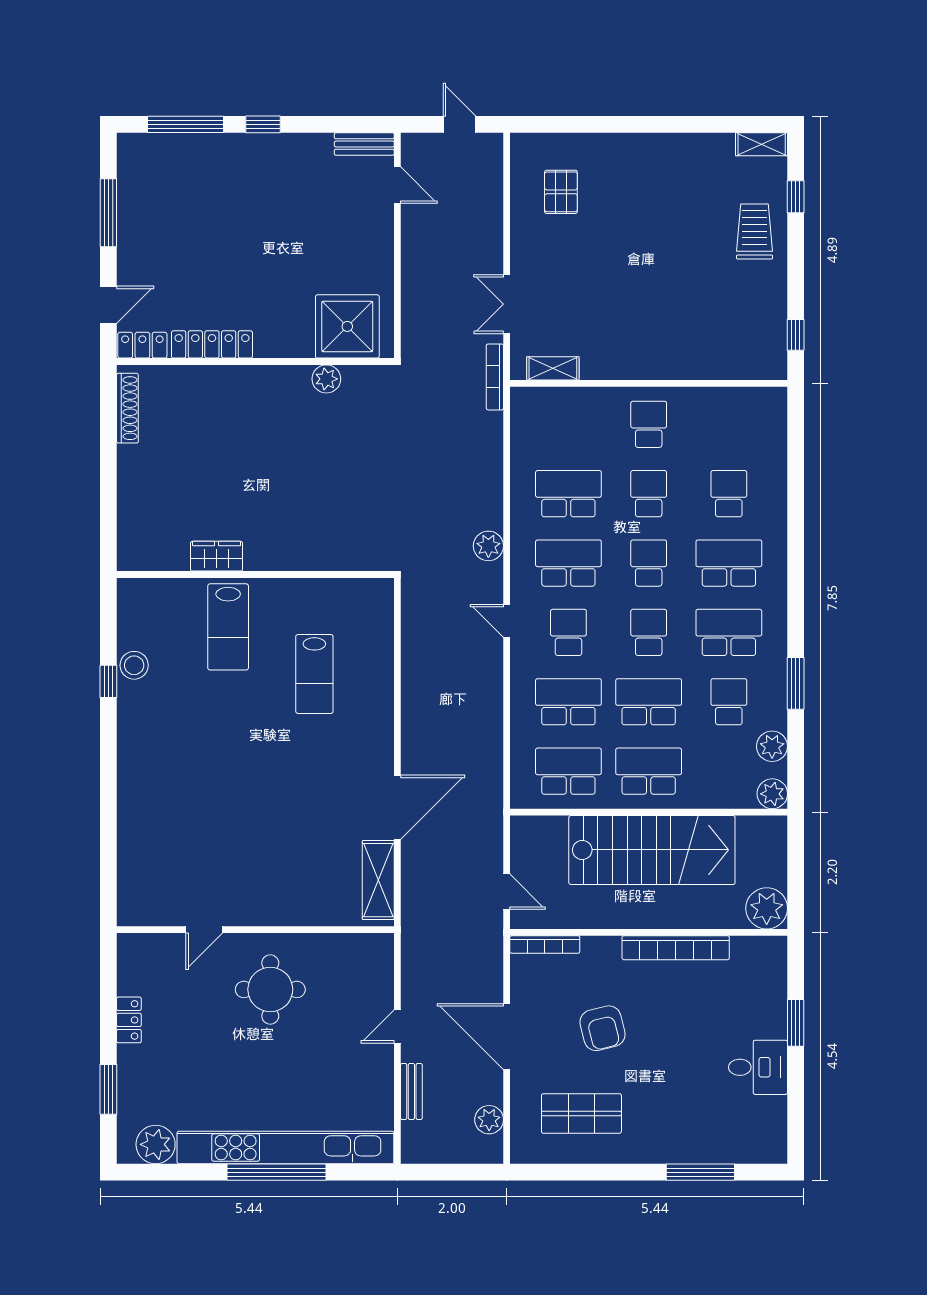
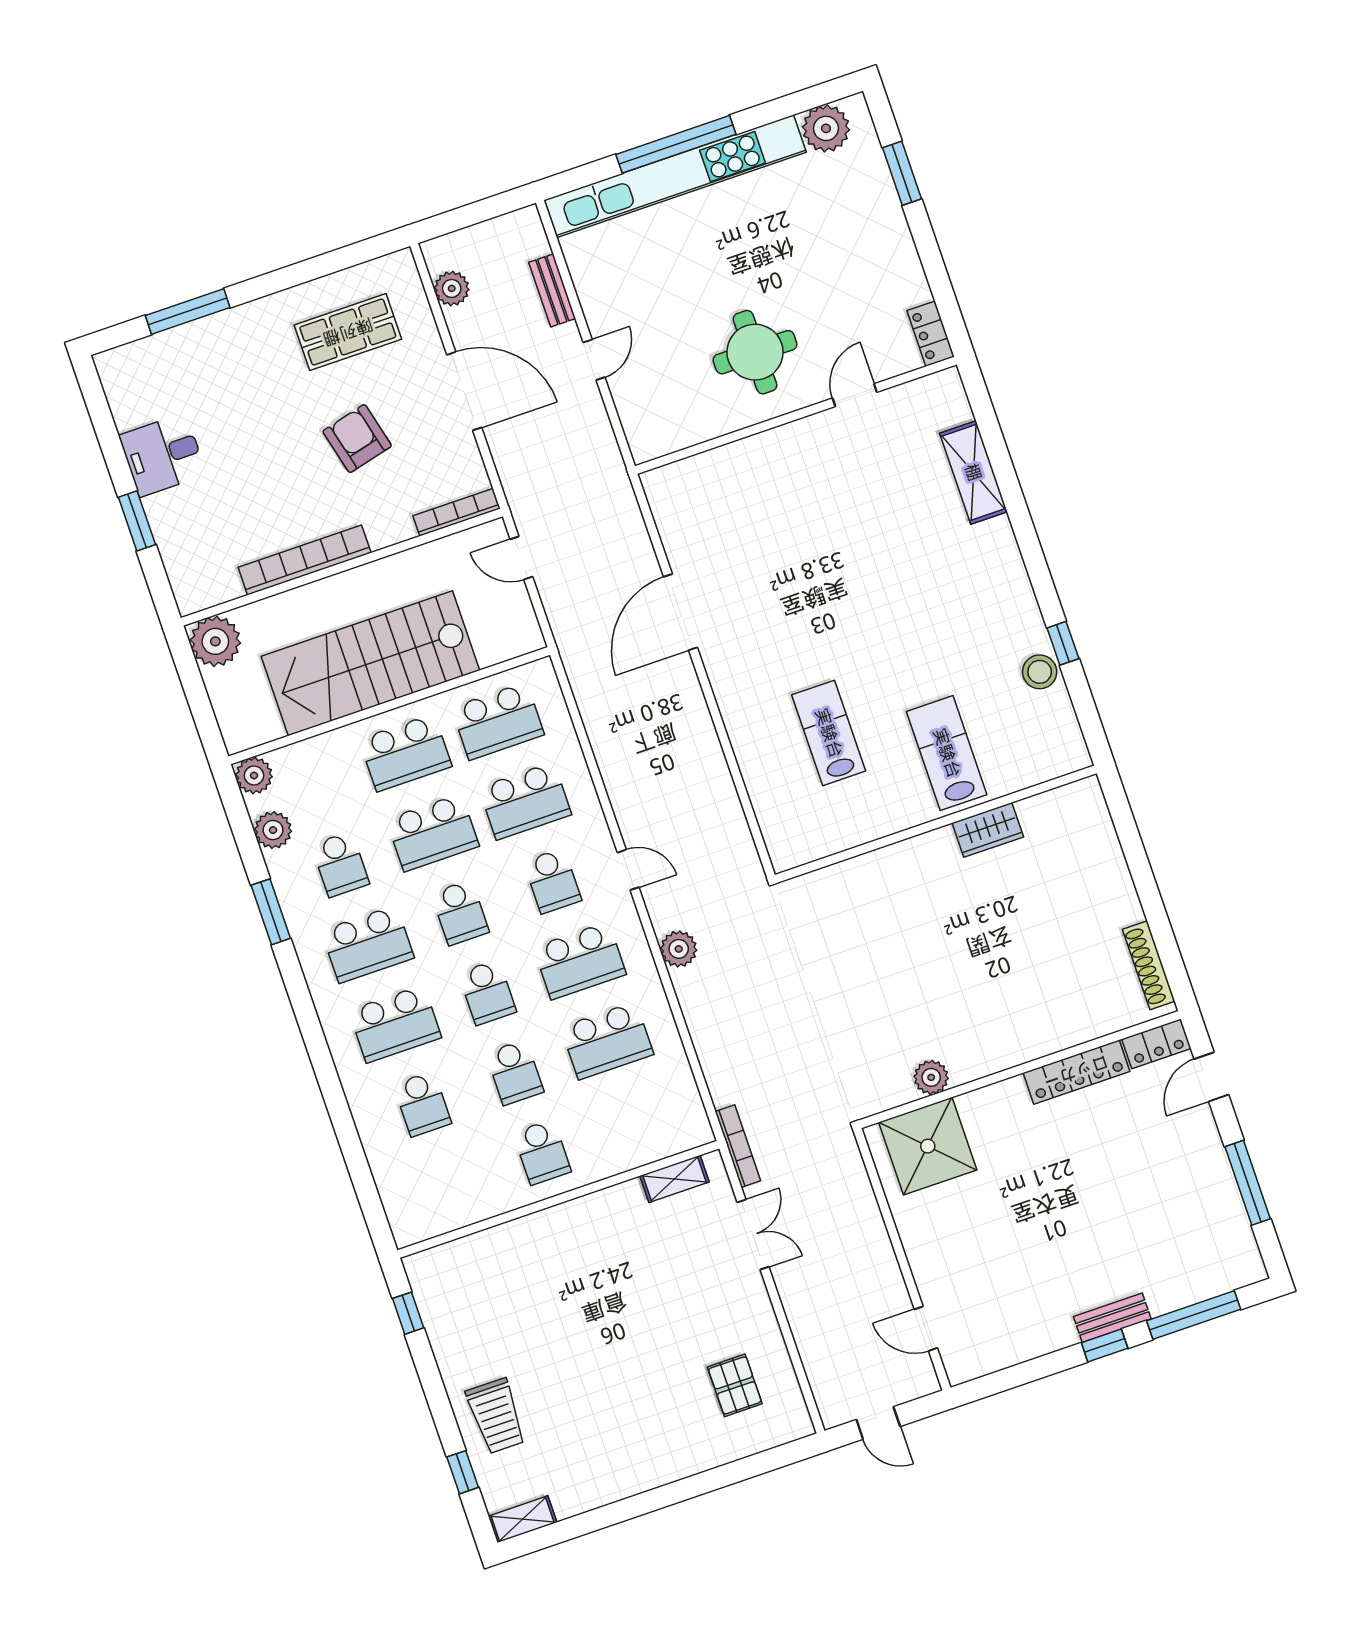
bench: (364, 144) -> (1112, 1318), moved
shelving: (378, 880) -> (973, 472), moved
locker: (129, 1020) -> (931, 334), moved

